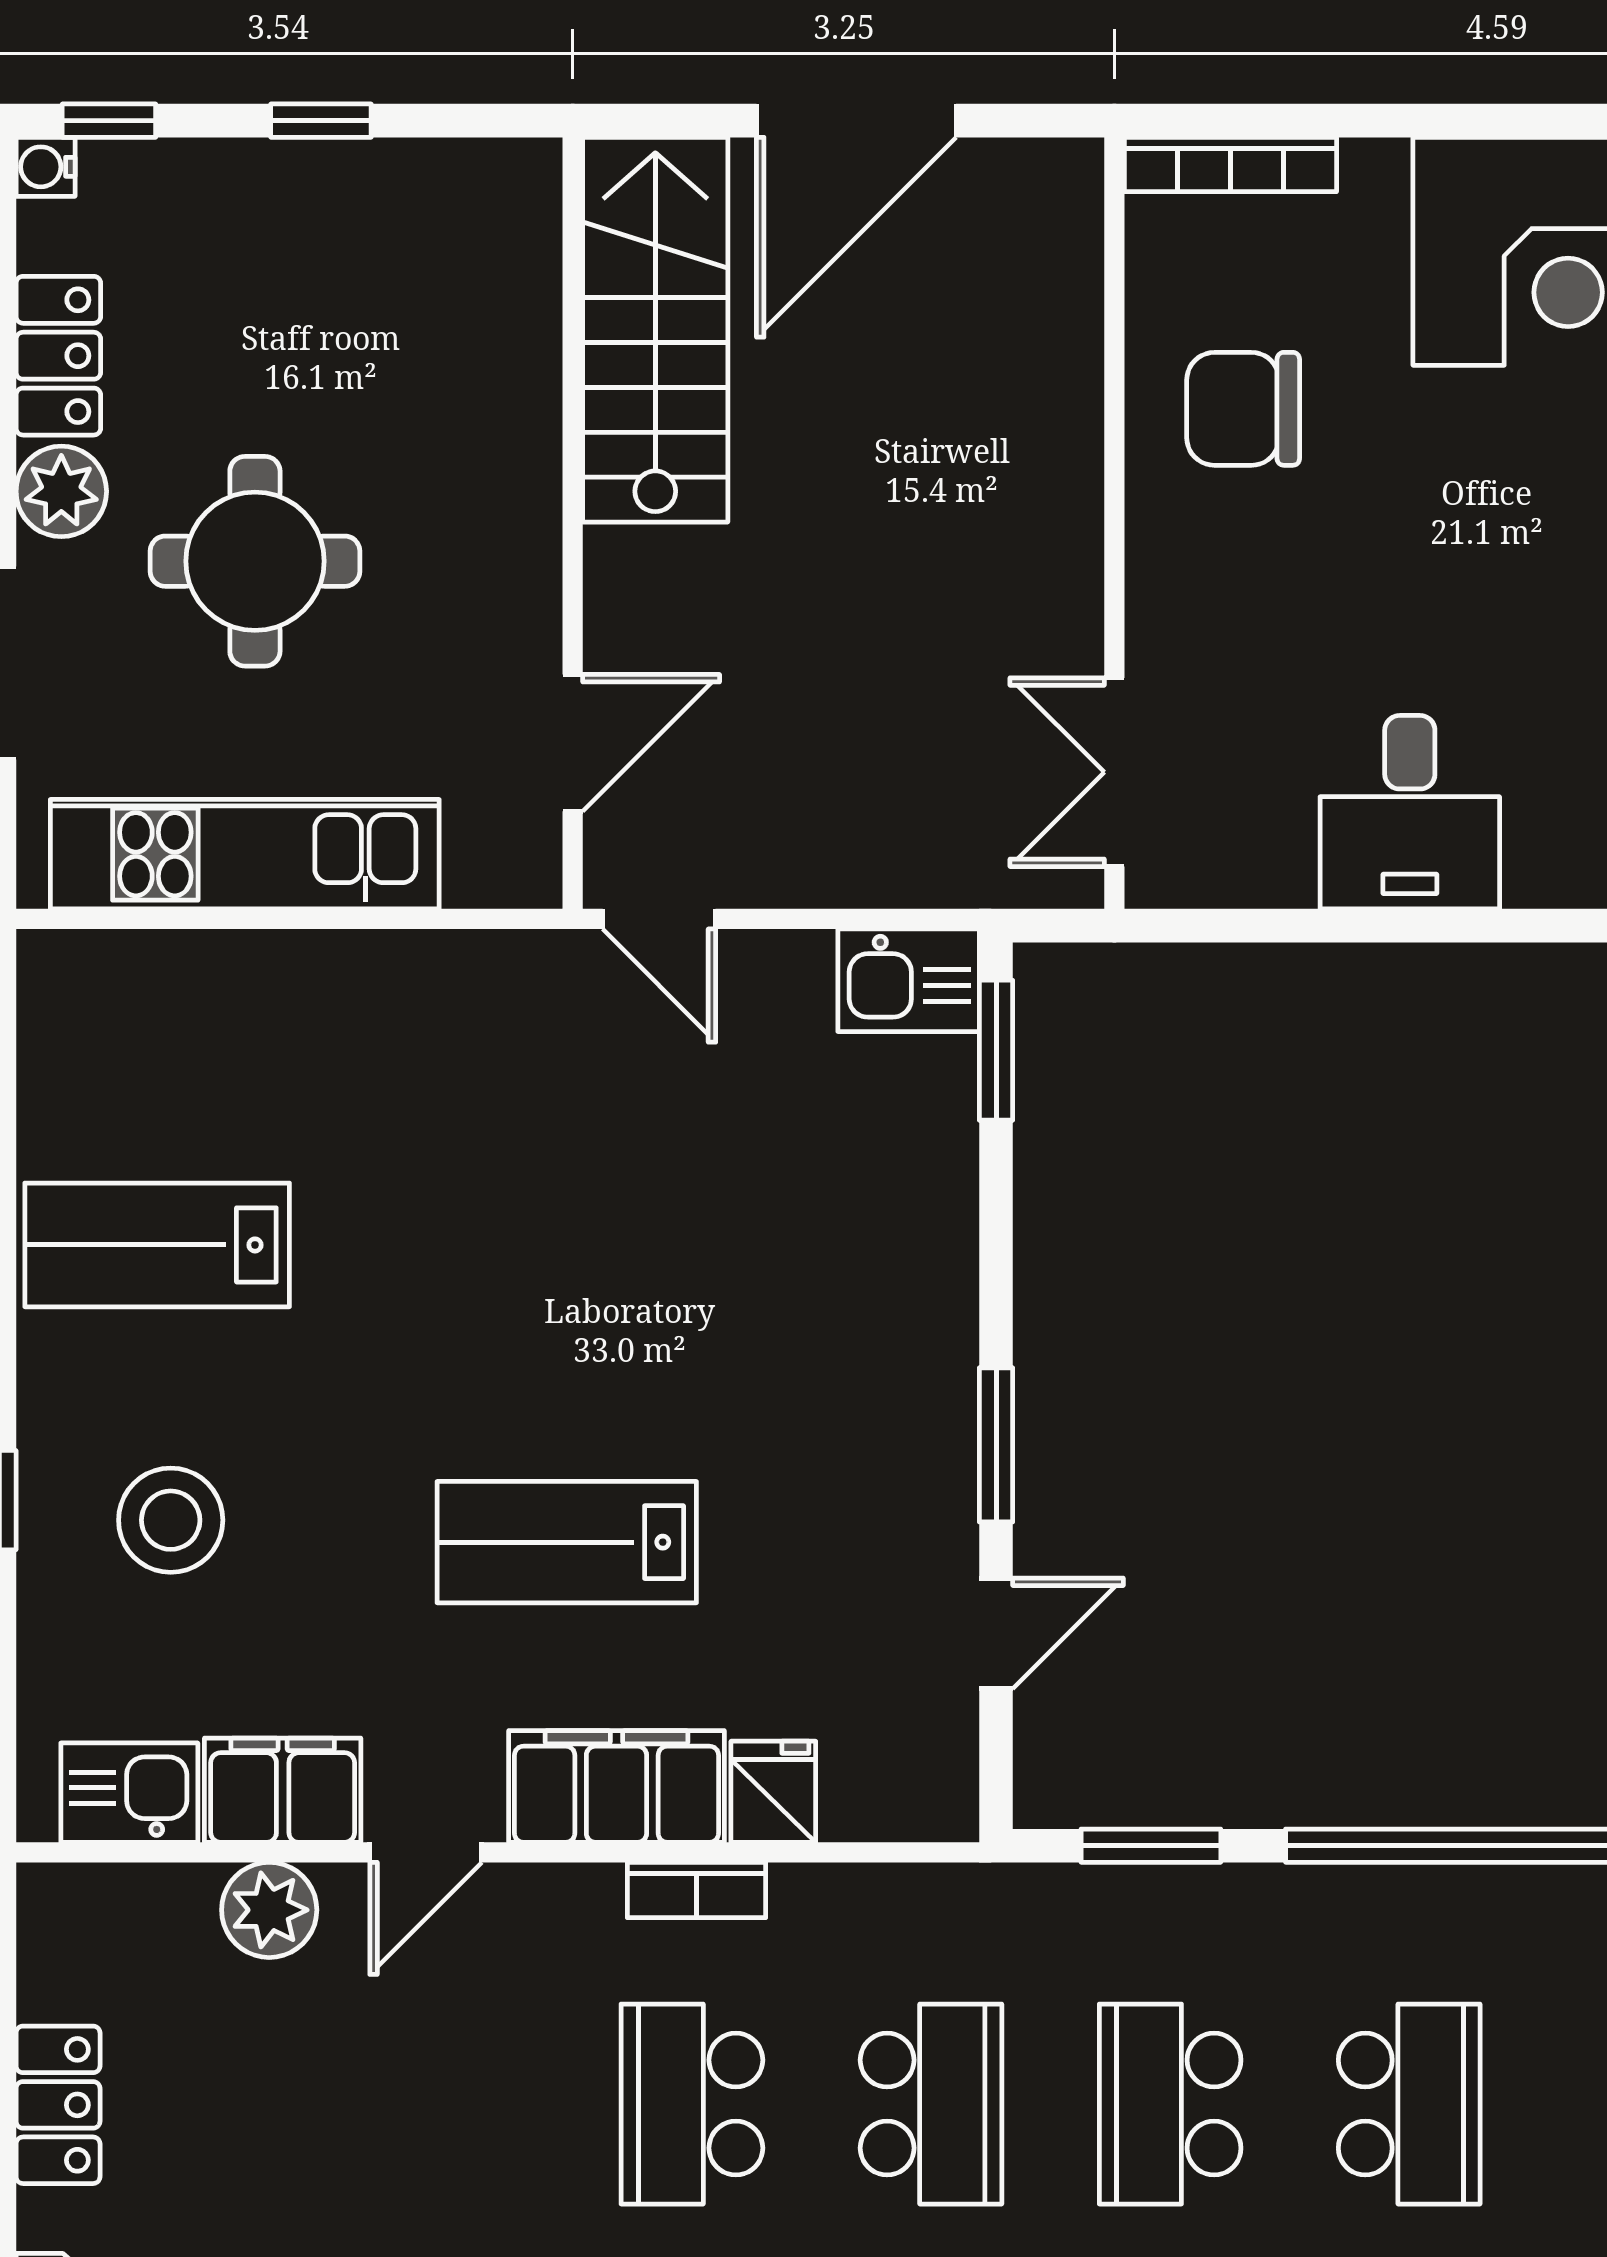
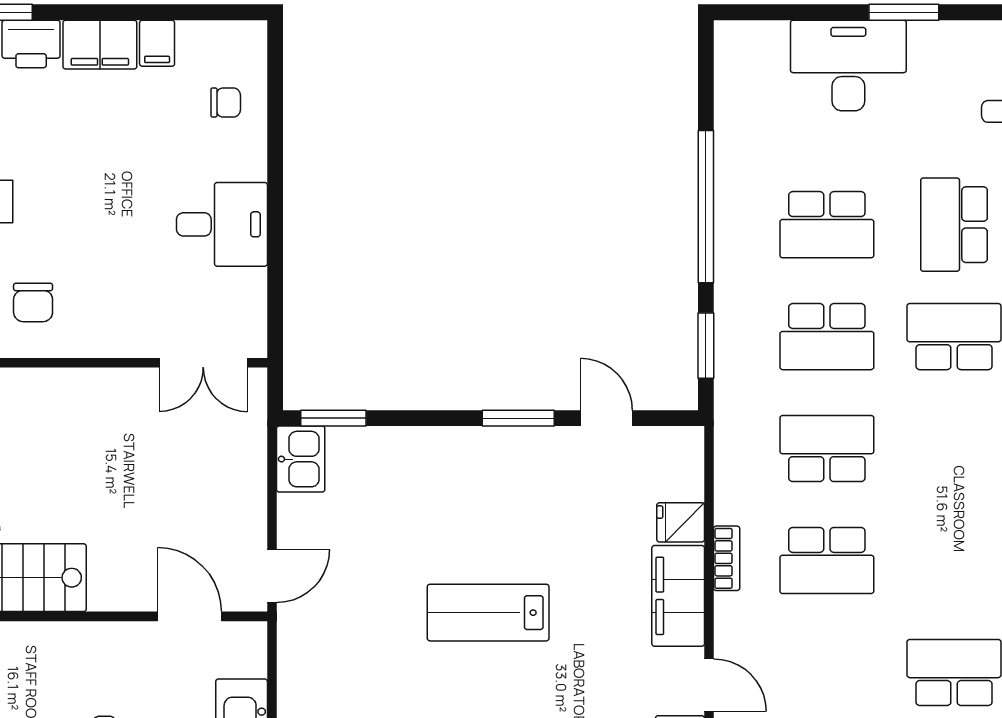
chair: (1243, 409) -> (33, 302), width x0.73, depth x0.73
lab bench: (567, 1542) -> (488, 613), moved, turned 90
school desk: (1409, 2104) -> (827, 225), turned 180

